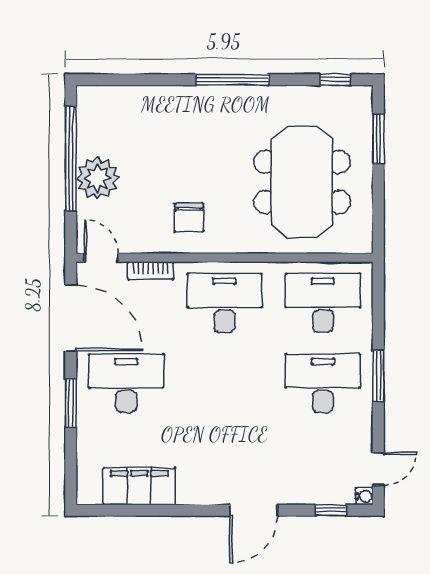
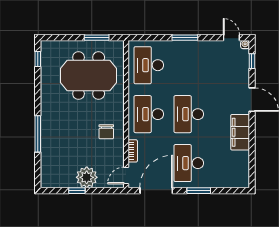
window: (232, 80) -> (38, 134), moved
window: (378, 139) -> (97, 38), moved
window: (71, 158) -> (77, 191), width x0.32
chair: (189, 218) -> (106, 132), turned 90
desk: (323, 383) -> (189, 114), moved
filing cabinet: (139, 486) -> (240, 132), moved

